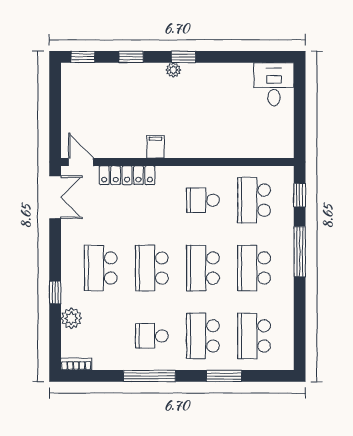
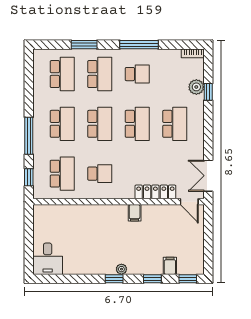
filing cabinet: (107, 74) -> (170, 266), added
window: (55, 292) -> (208, 92), moved

